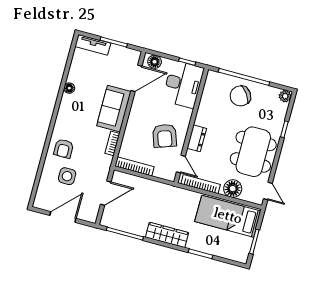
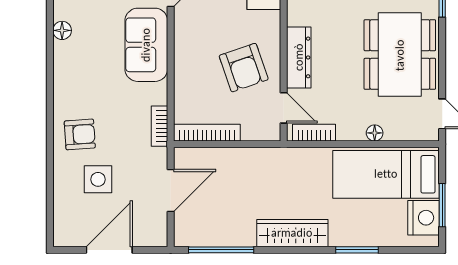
dresser: (197, 138) -> (299, 57), width x1.44
bookcase: (112, 143) -> (159, 126), moved
armchair: (64, 148) -> (80, 134), turned -94
bookcase: (201, 184) -> (314, 133), width x0.64
floor lamp: (233, 189) -> (375, 133), width x0.53, depth x0.53
nightstand: (242, 246) -> (424, 218), added

